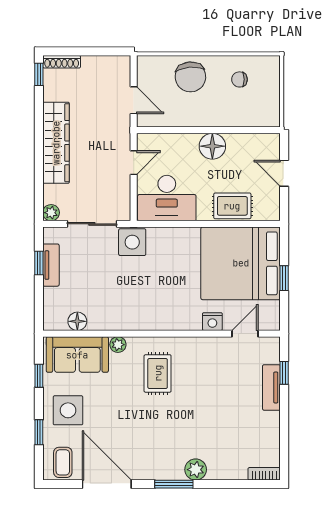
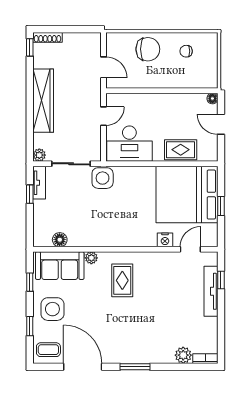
chair: (190, 77) -> (148, 49), turned -85
floor lamp: (212, 146) -> (212, 98), moved, width x0.53, depth x0.53
tv unit: (51, 265) -> (39, 183), moved
tv unit: (271, 387) -> (211, 291), width x1.41
coffee table: (63, 462) -> (48, 350), turned 90
plant: (196, 470) -> (183, 355), moved

